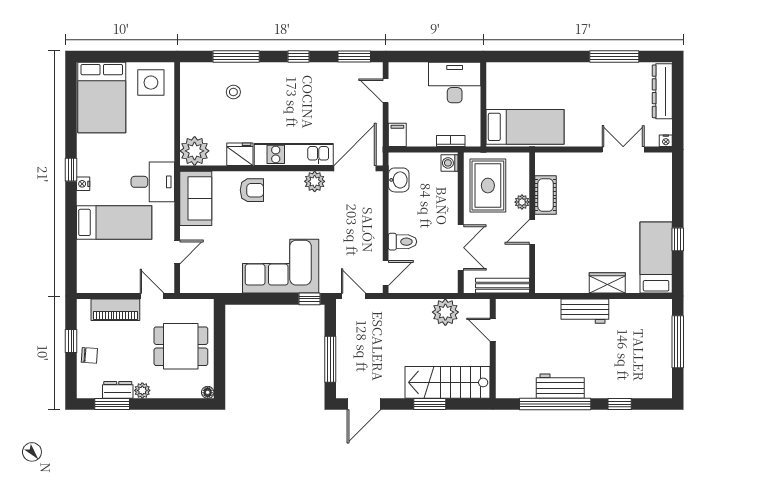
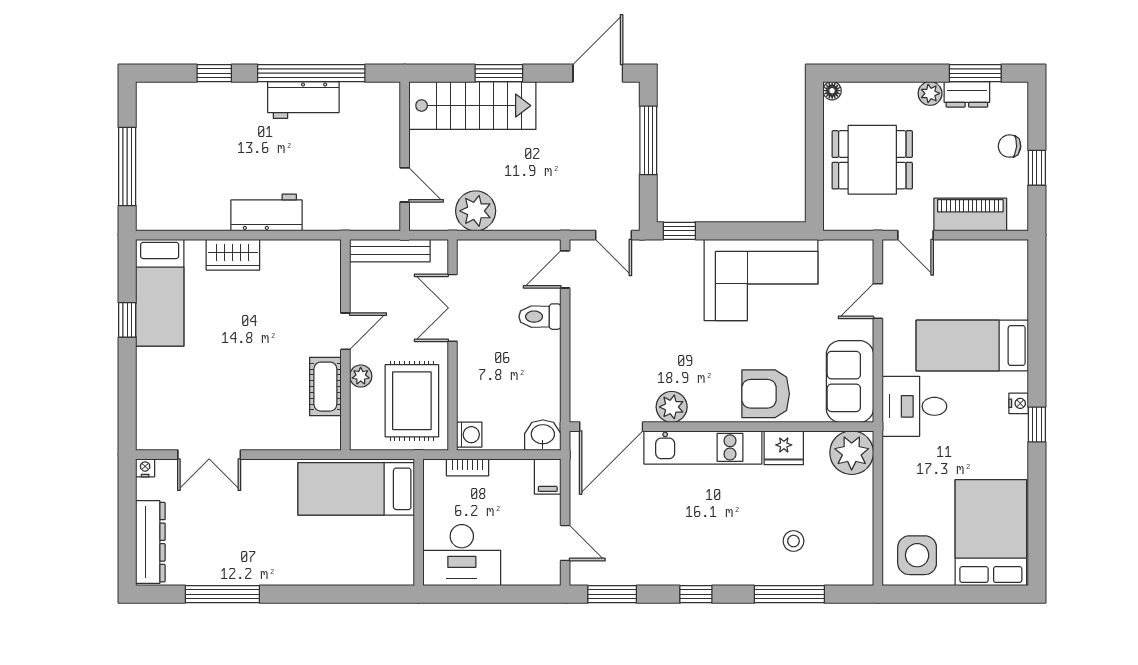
washbasin: (399, 180) -> (543, 435), moved, turned 90
armchair: (252, 190) -> (766, 394), width x1.38, depth x1.38
corner sofa: (281, 266) -> (761, 280), moved

